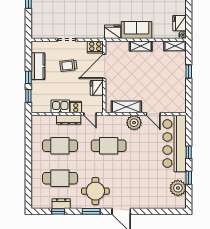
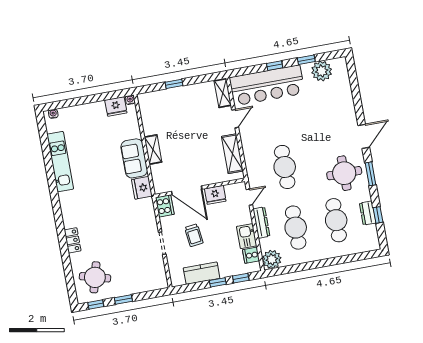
shelving: (175, 46) -> (223, 93), moved
cooker: (76, 107) -> (251, 255), moved
plant: (134, 123) -> (272, 259), moved

